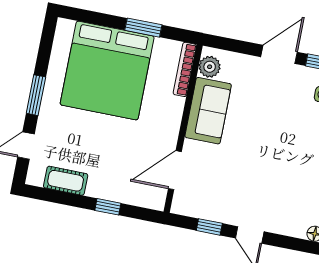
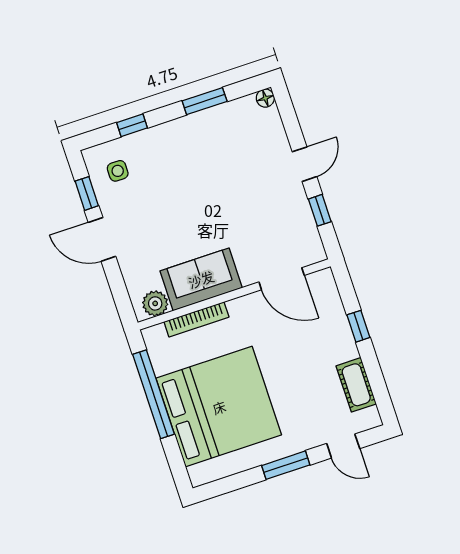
window: (143, 28) -> (154, 394), width x2.11
bookcase: (185, 69) -> (196, 319), moved

